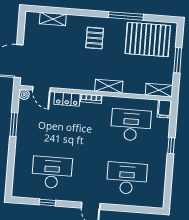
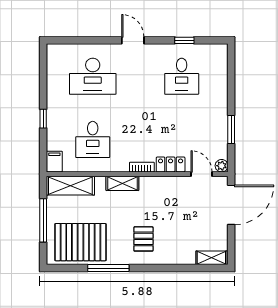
shelving: (53, 19) -> (211, 258), moved
window: (178, 60) -> (43, 220), width x1.44
shelving: (159, 90) -> (70, 186), width x1.50, depth x1.33
desk: (131, 125) -> (93, 139), width x0.73
desk: (52, 172) -> (182, 76), width x0.73

